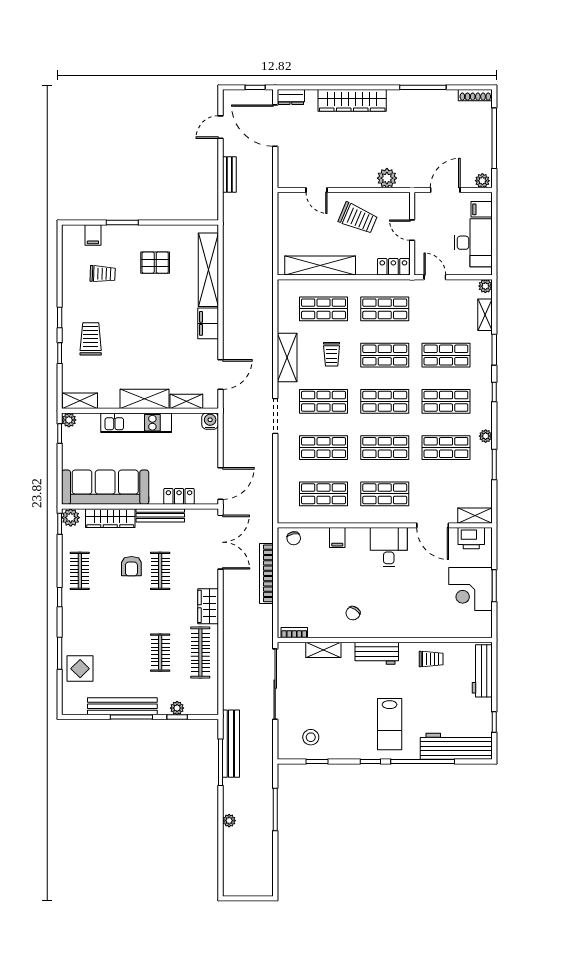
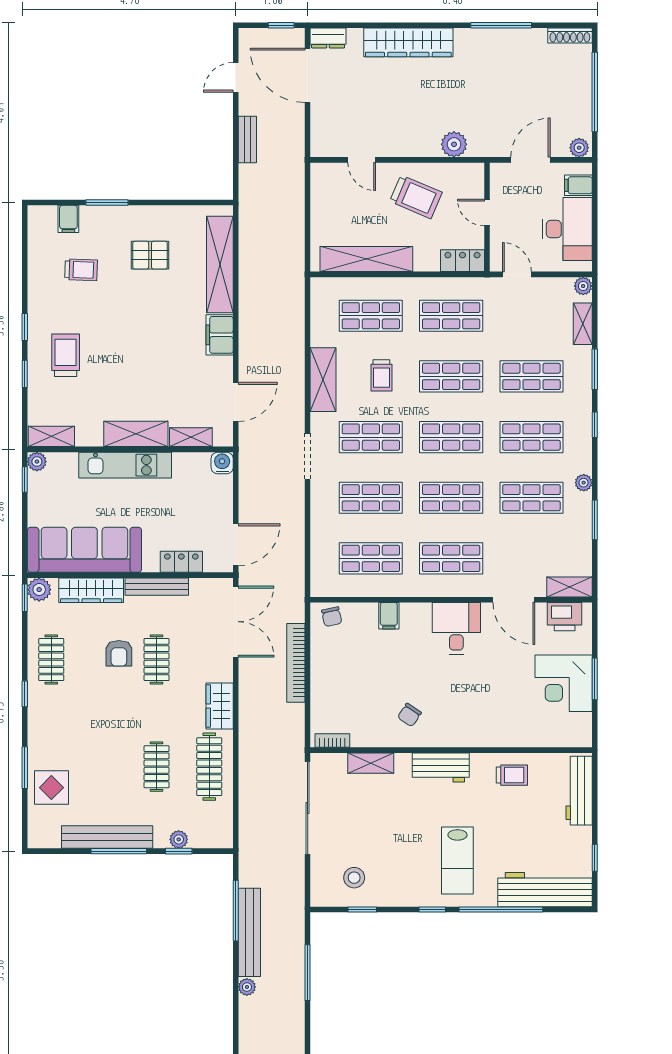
bench: (231, 744) -> (249, 932), moved

